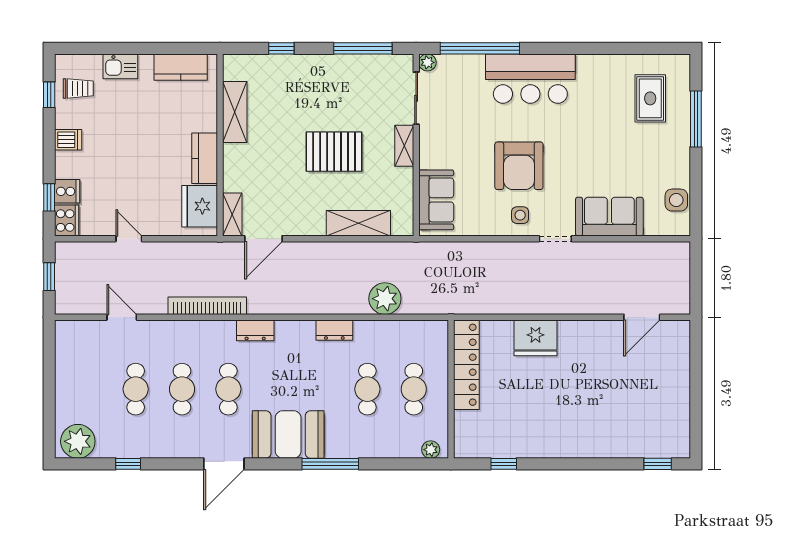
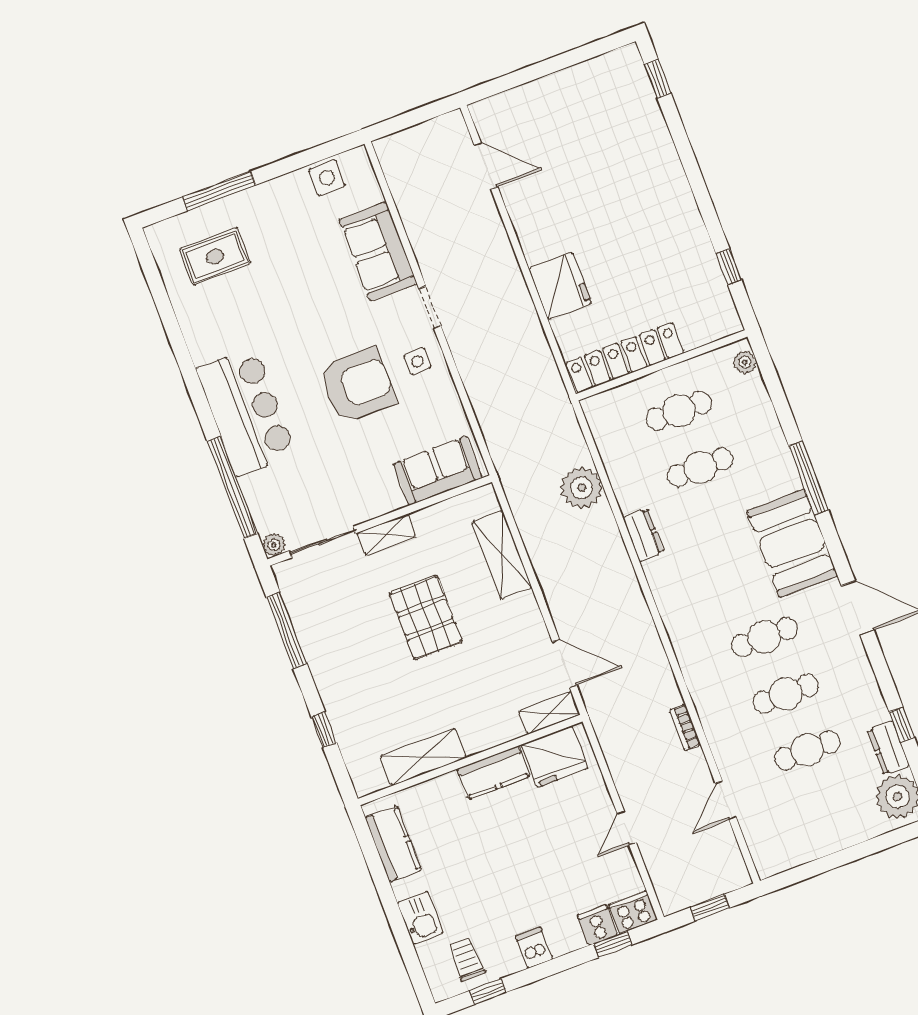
bookcase: (207, 306) -> (685, 727), width x0.43, depth x0.76
dresser: (255, 330) -> (888, 748), moved, turned 180

